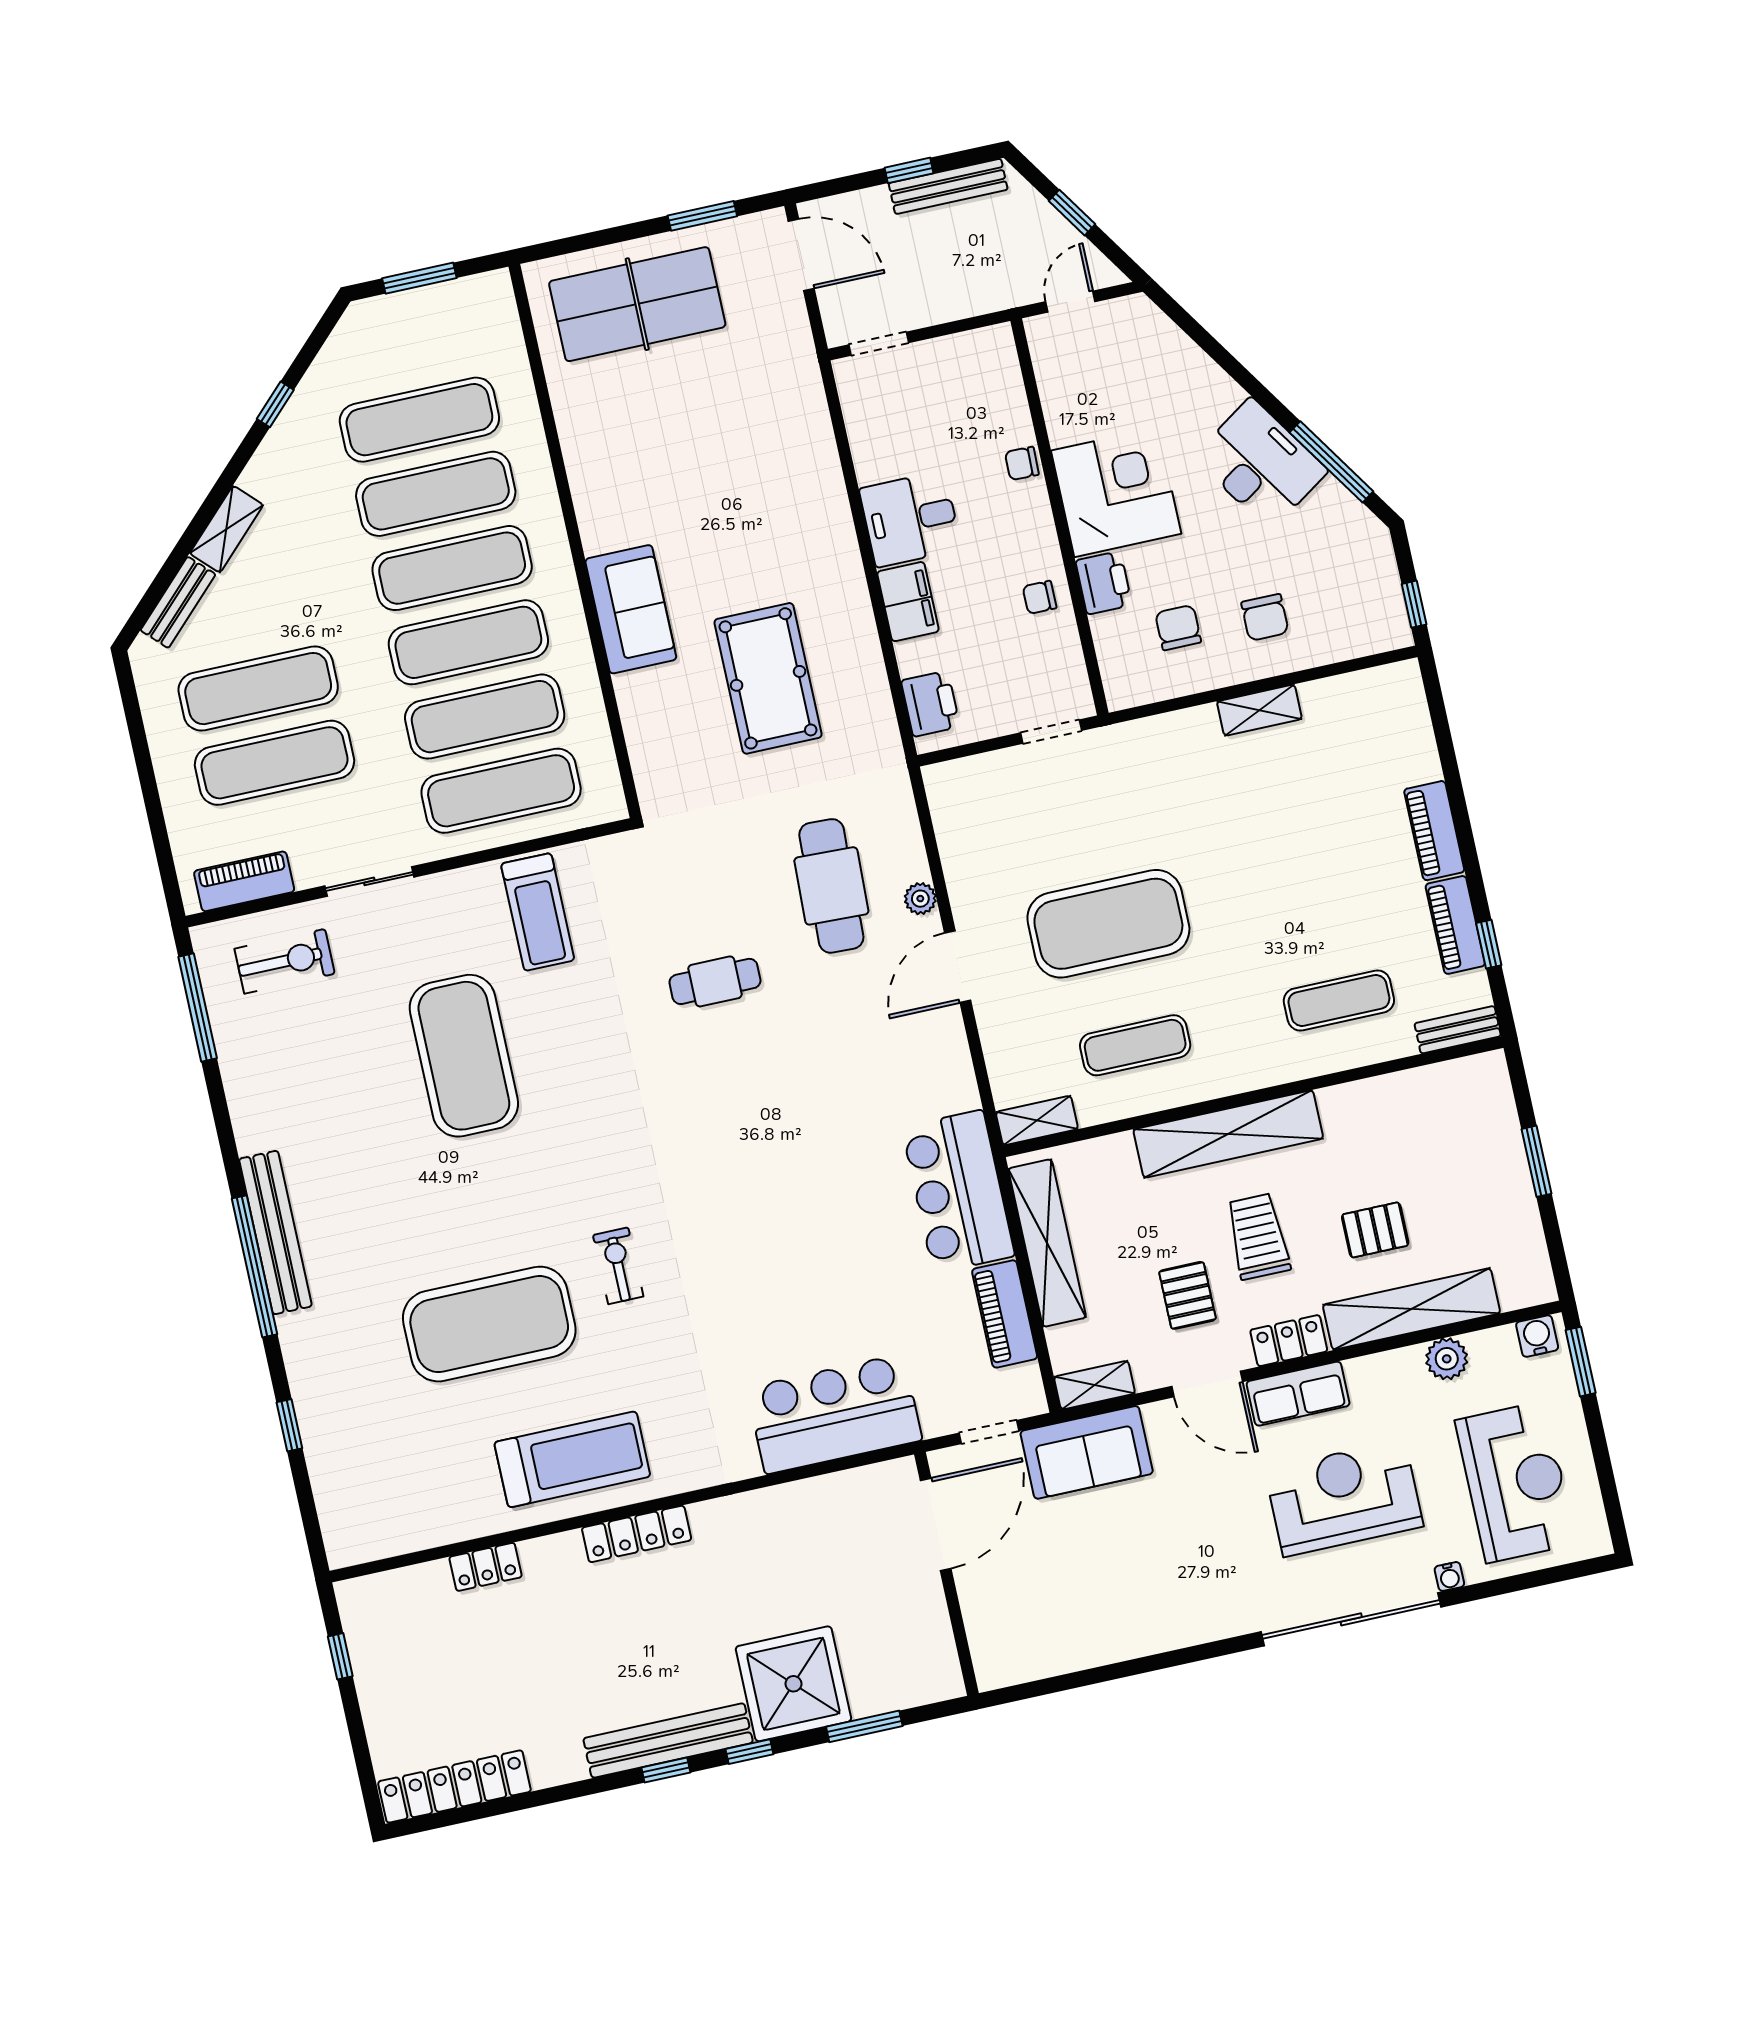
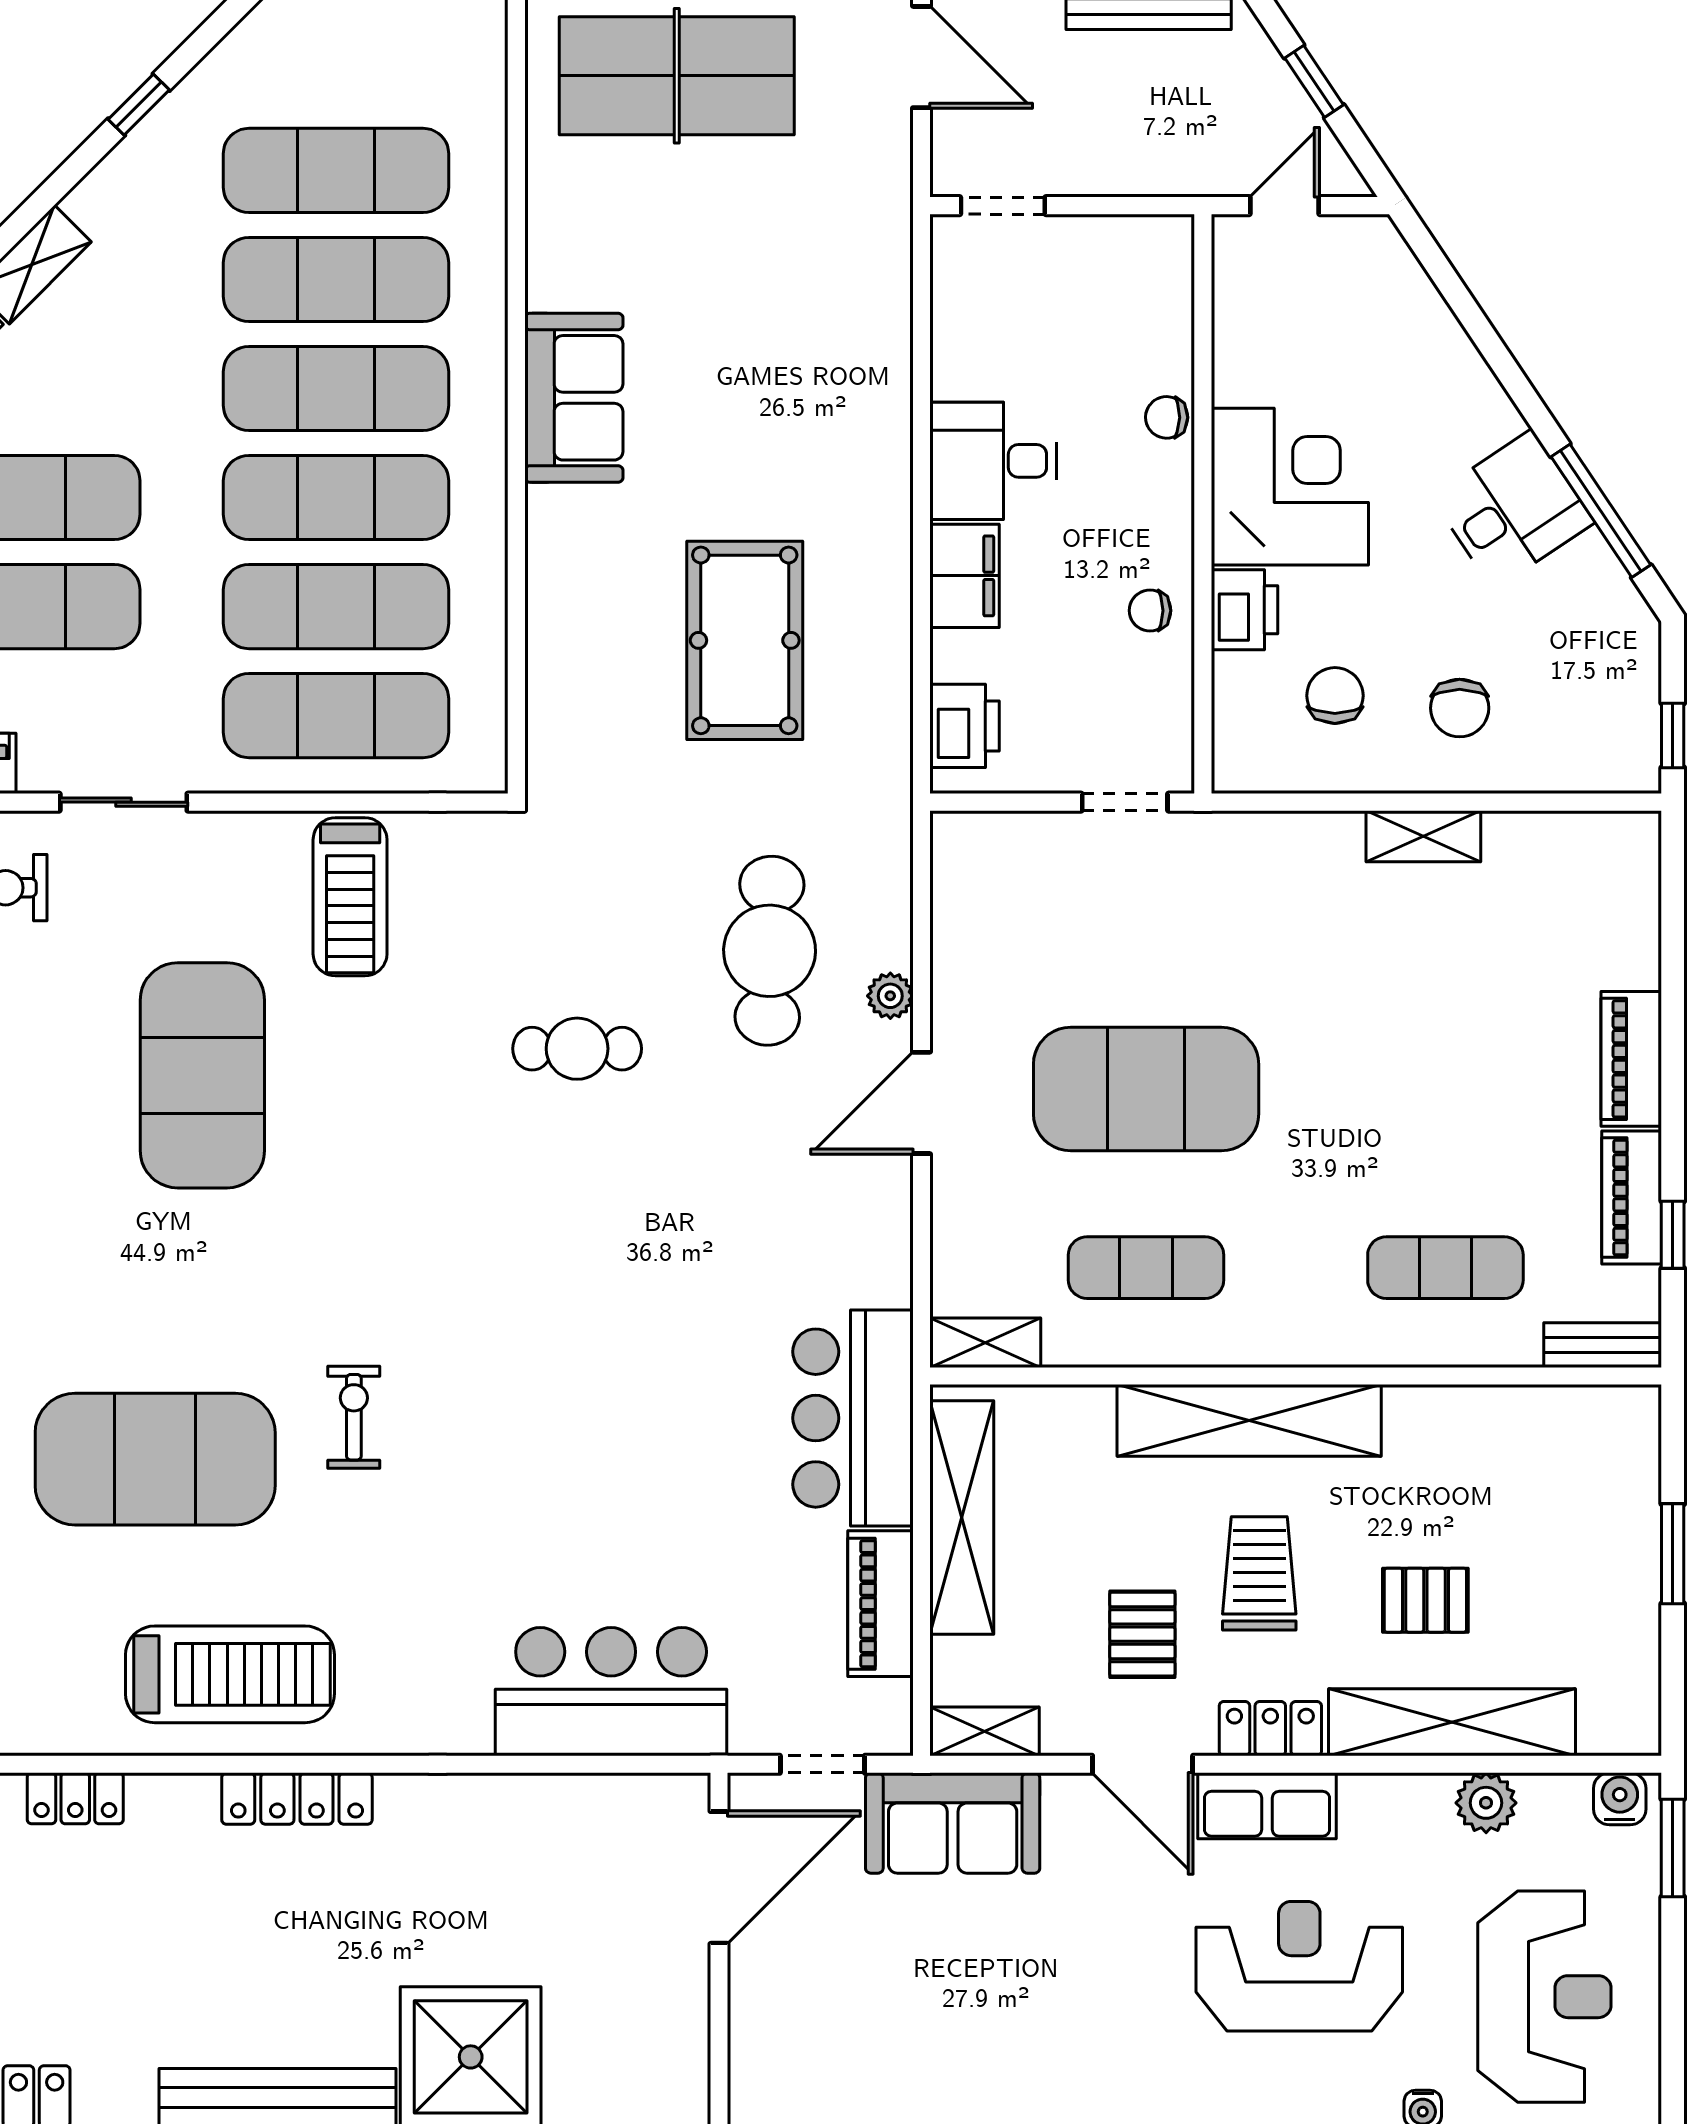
desk: (1261, 464) -> (1513, 509), width x0.73
sofa: (631, 609) -> (574, 398), moved

